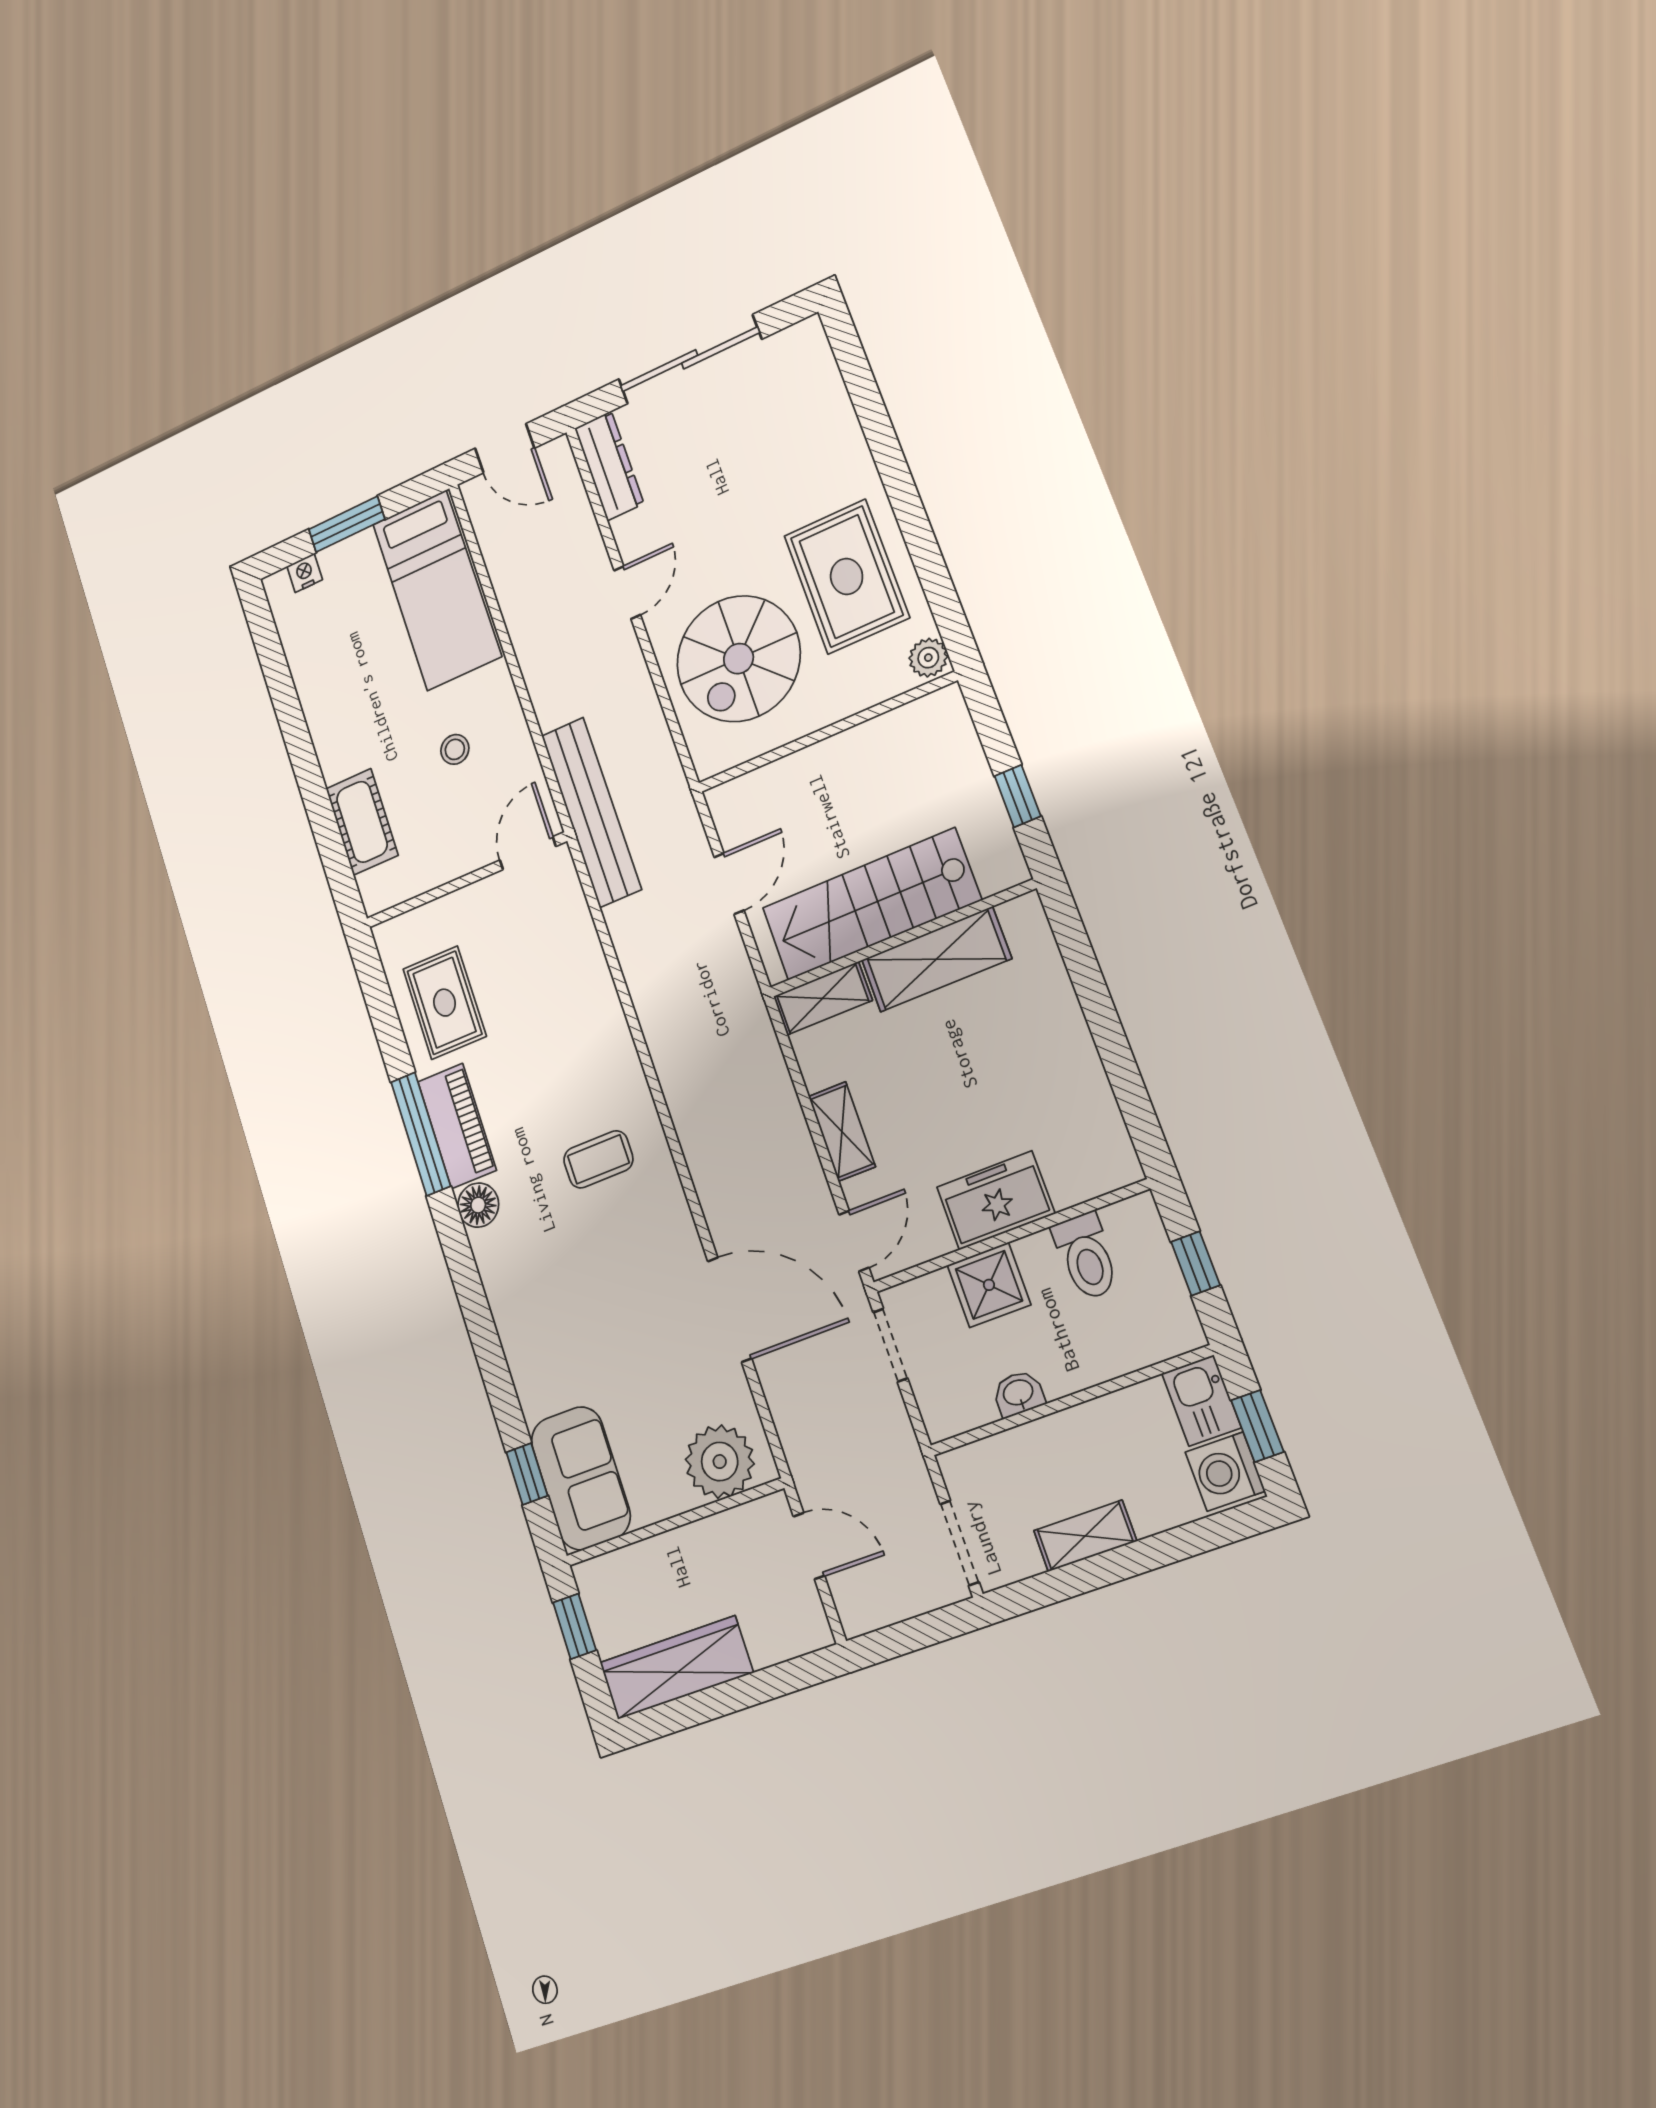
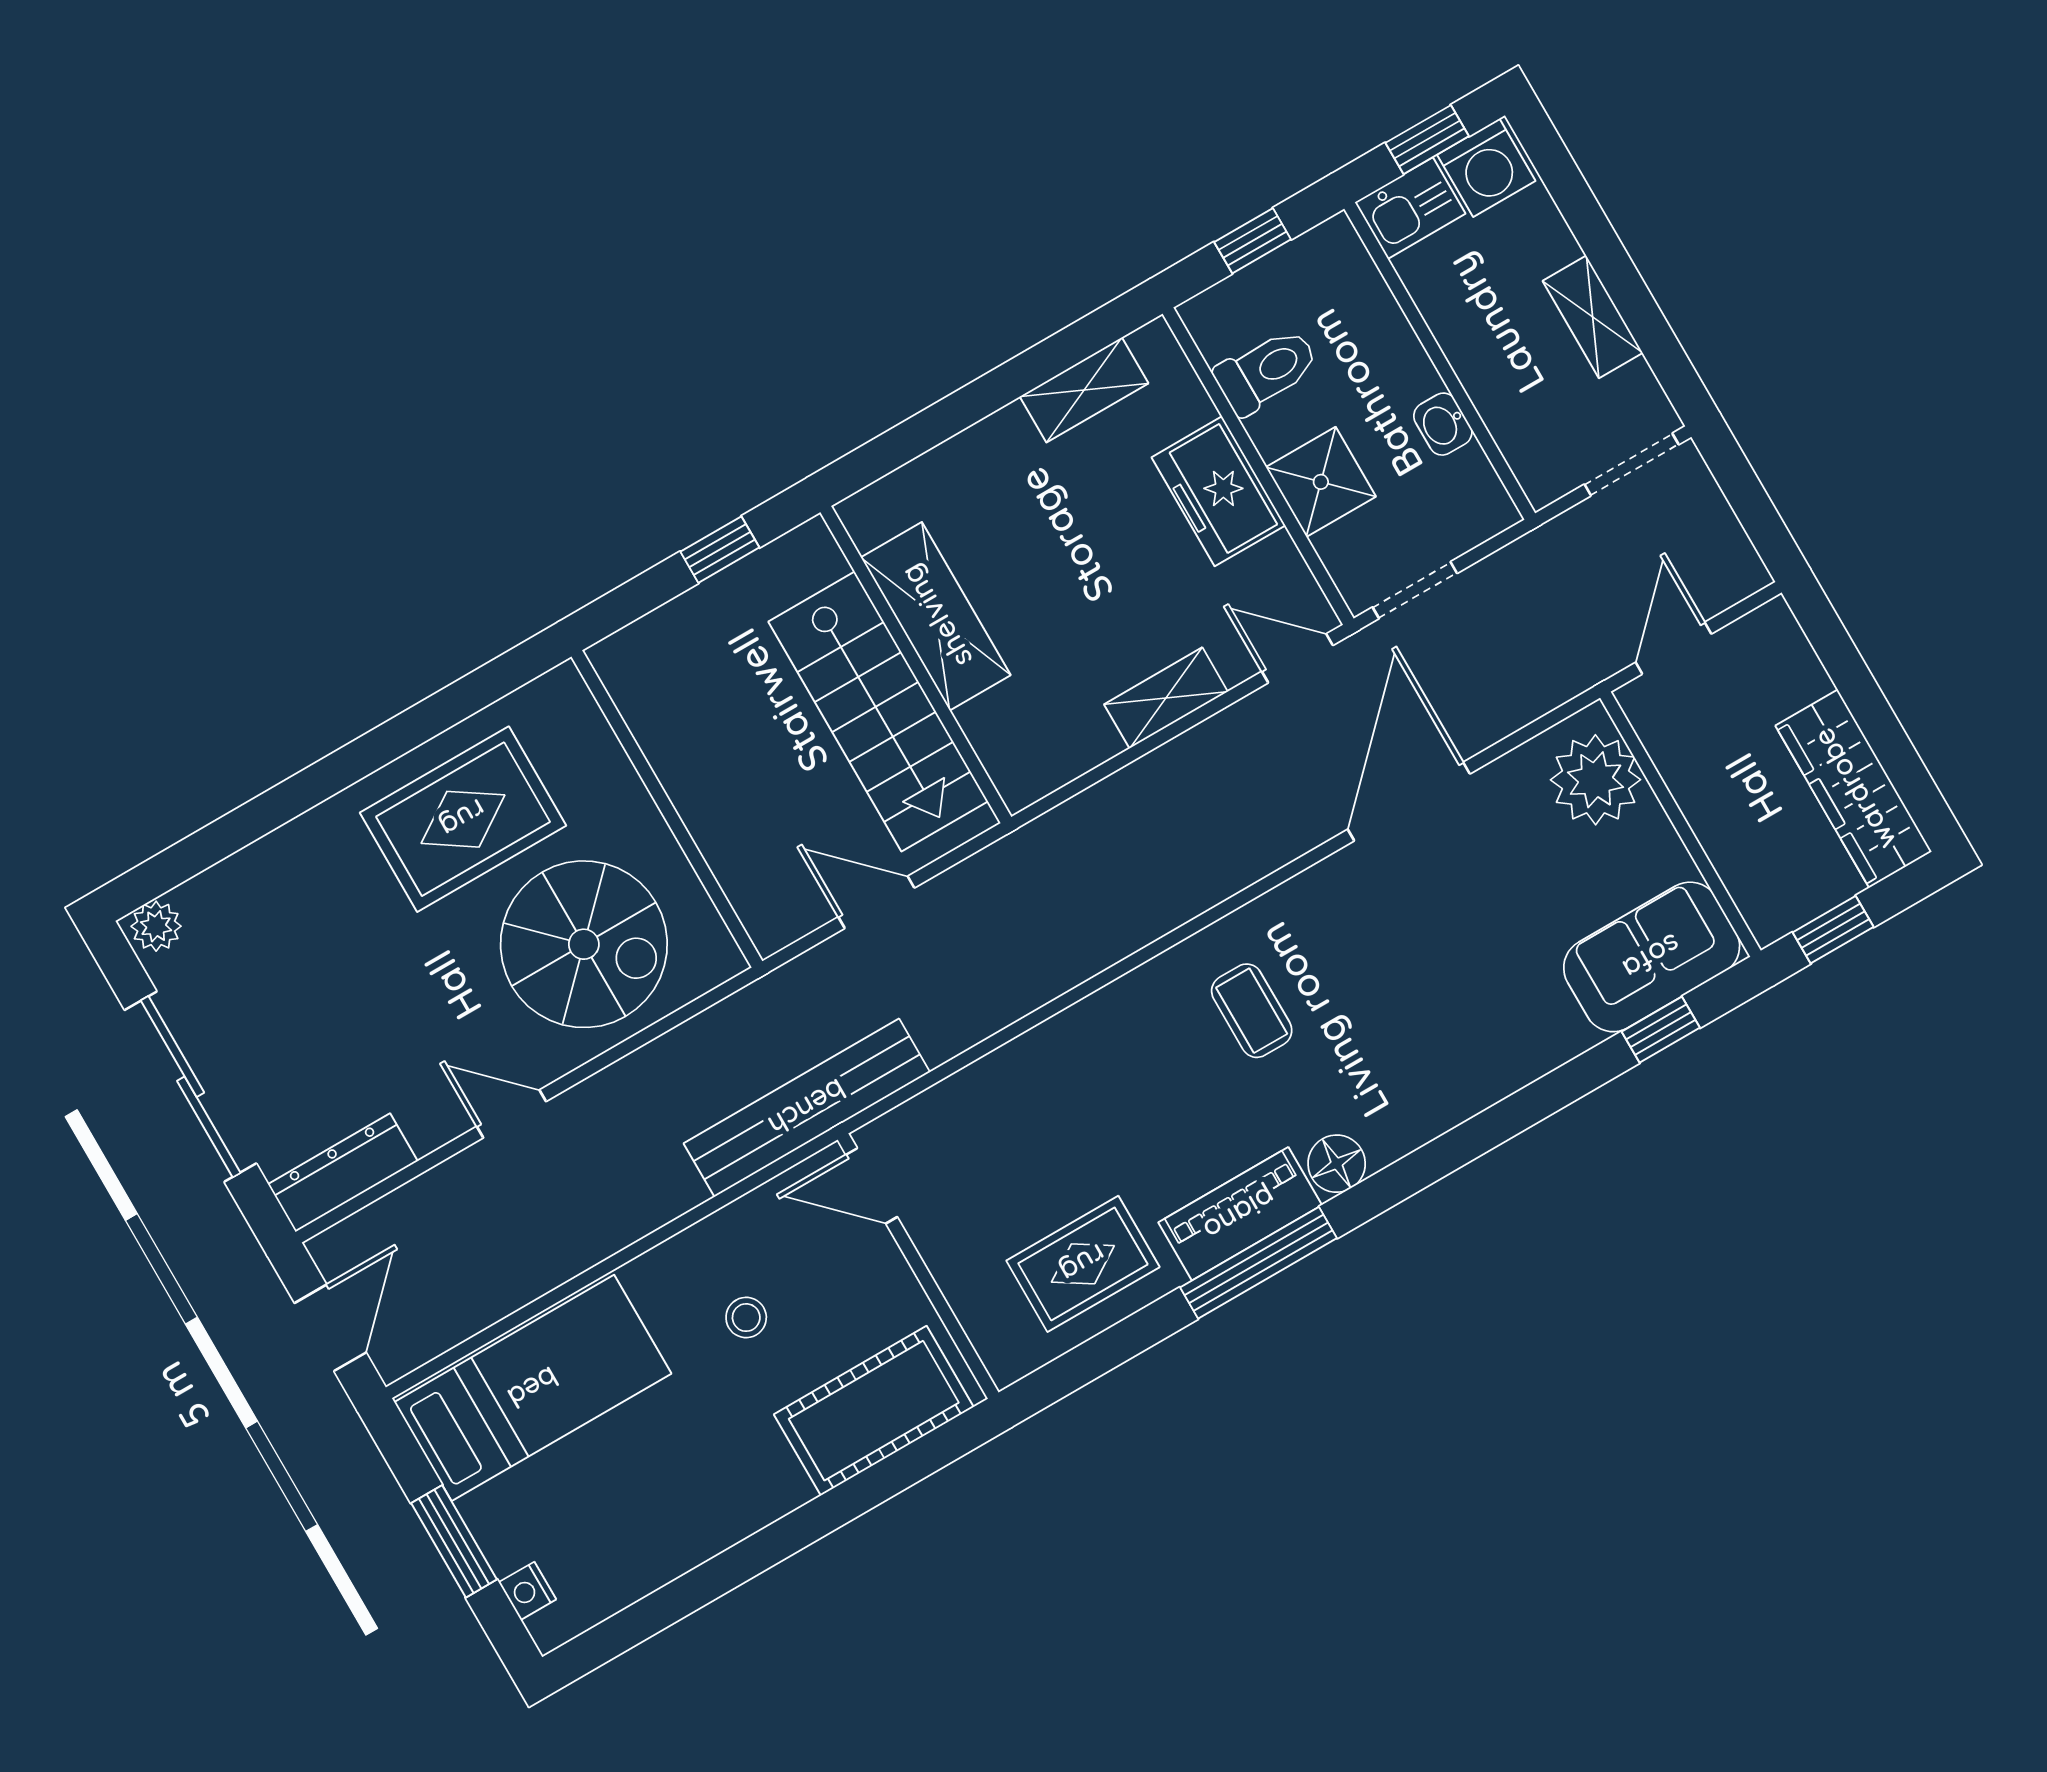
plant: (928, 658) -> (156, 926), moved
cot: (362, 822) -> (874, 1411), width x1.37, depth x1.34
shelving: (823, 998) -> (1084, 390), moved, turned 90

